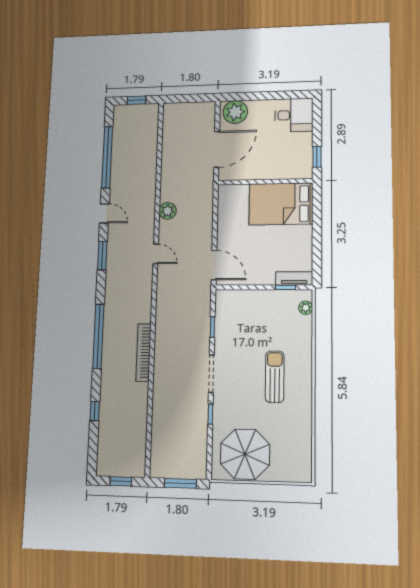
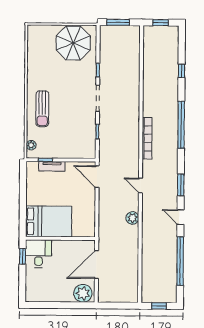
desk: (294, 115) -> (38, 254), moved, turned 90
tv unit: (294, 278) -> (52, 166), moved
bookcase: (144, 353) -> (147, 138), moved
sun lounger: (275, 377) -> (42, 109), moved

